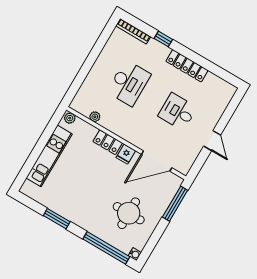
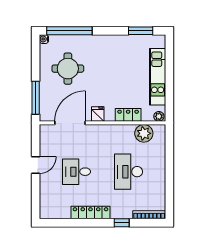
desk: (178, 112) -> (76, 172), turned 180
plant: (95, 117) -> (144, 133), width x1.88, depth x1.88
door: (212, 141) -> (36, 165), swing flipped
locker: (108, 142) -> (128, 115), moved
window: (57, 219) -> (141, 31), moved

